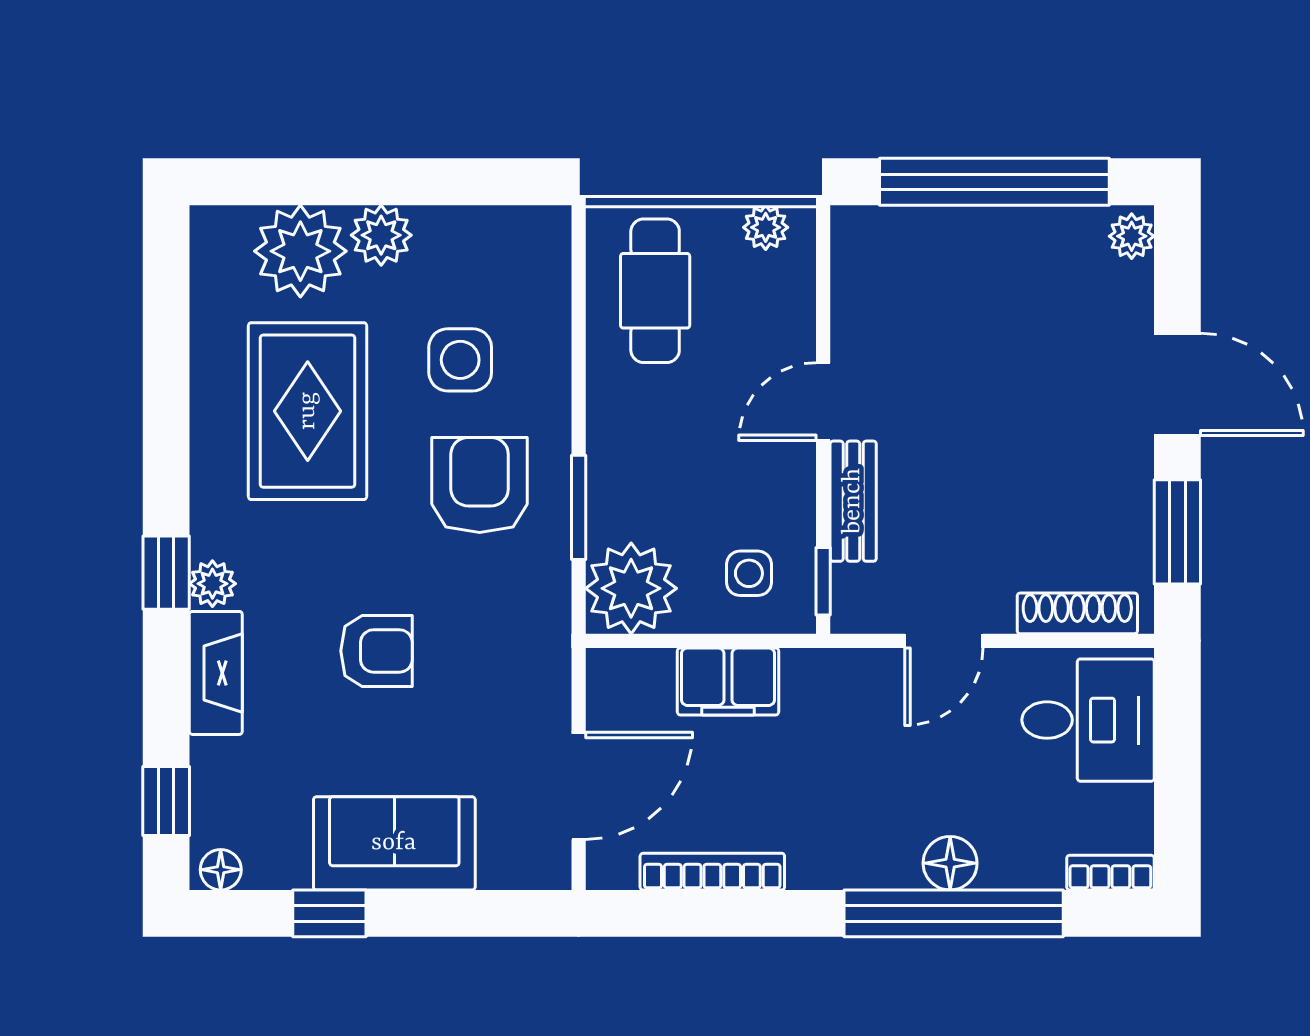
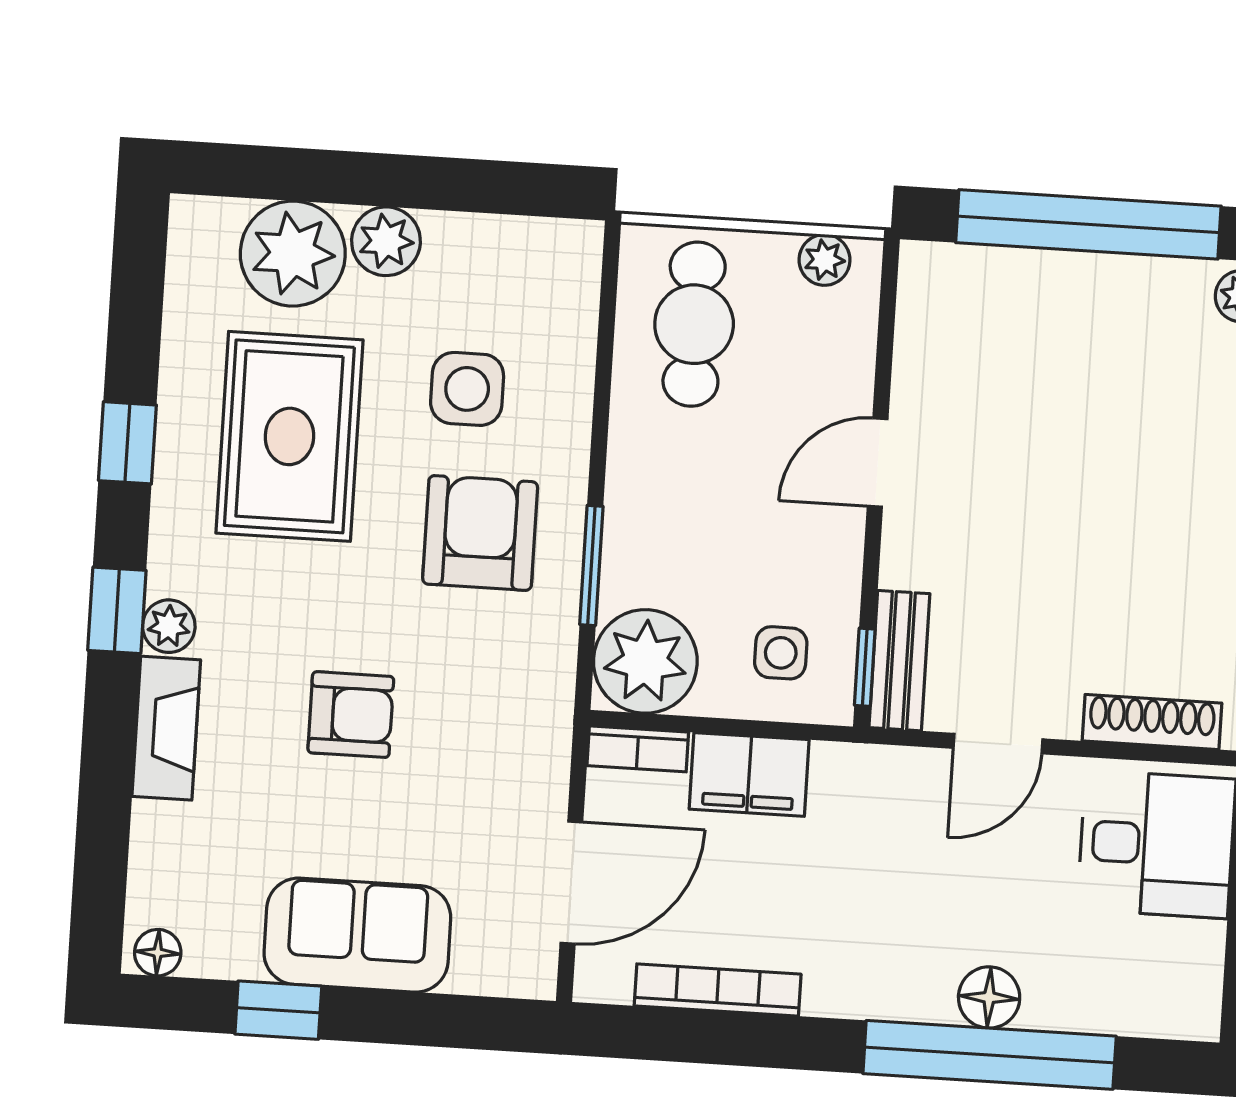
bench: (853, 501) -> (899, 661), moved
window: (166, 801) -> (127, 443), moved
bookcase: (1110, 873) -> (638, 749), moved, turned 180

